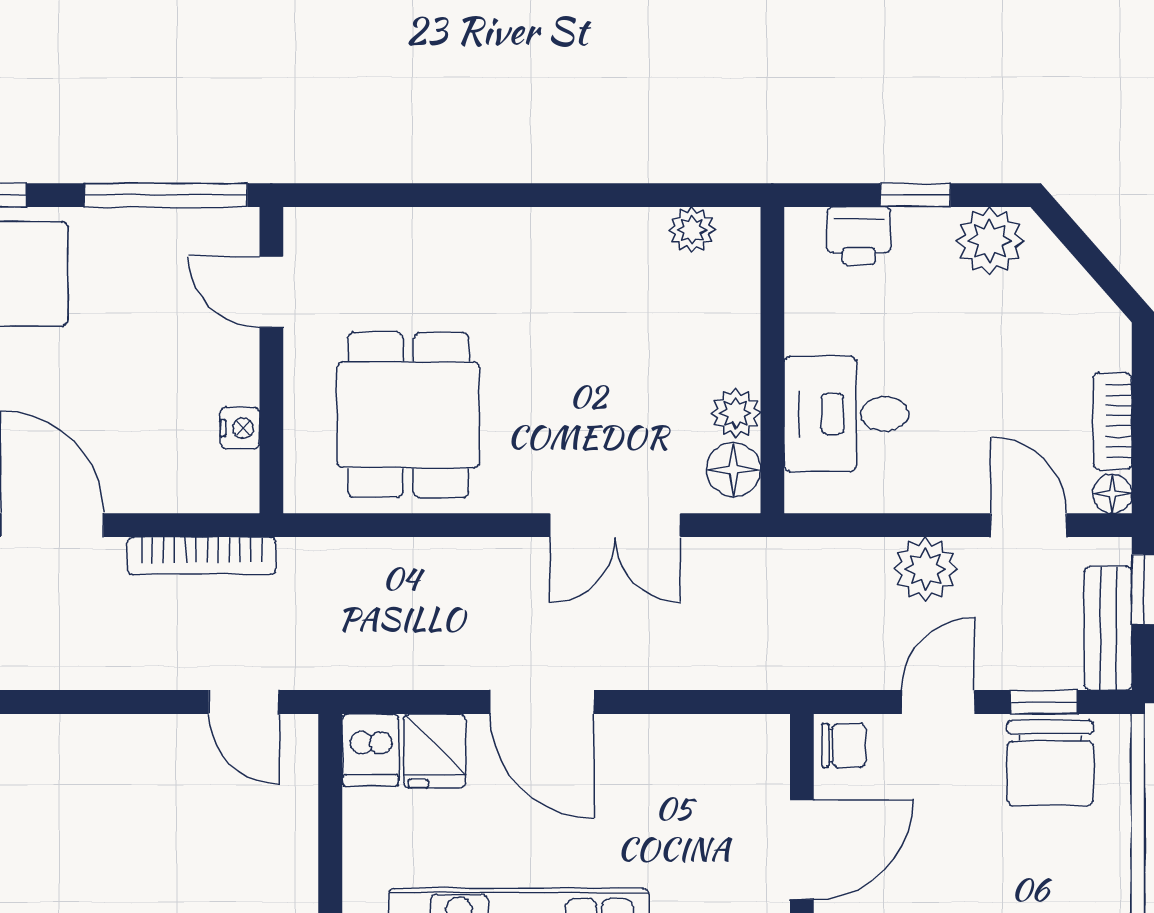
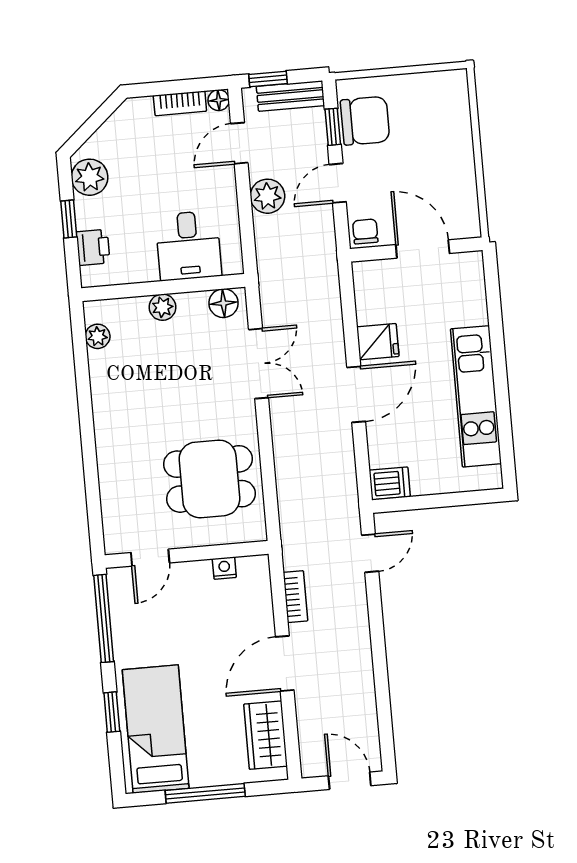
plant: (736, 413) -> (163, 307), moved
bookcase: (202, 556) -> (295, 597), width x0.64
door: (938, 702) -> (338, 183), hinge flipped
fridge: (435, 751) -> (378, 342), moved

